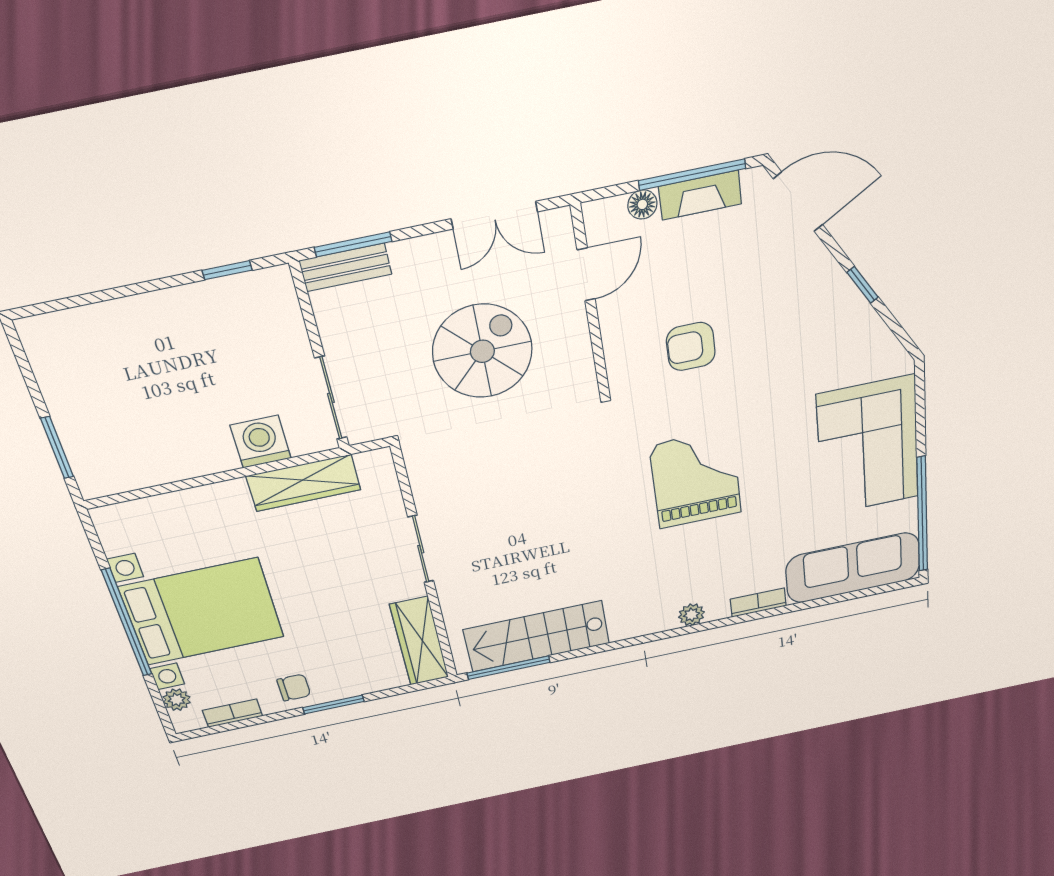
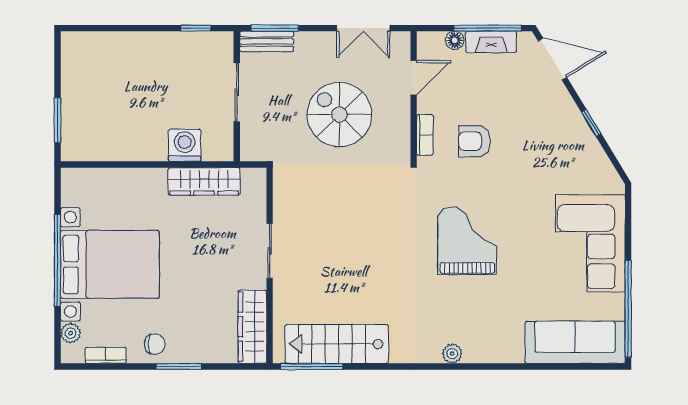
spiral stairs: (482, 351) -> (339, 115), turned -90
sliding door: (331, 398) -> (237, 92), moved
bookcase: (758, 603) -> (425, 135), moved, turned 90

